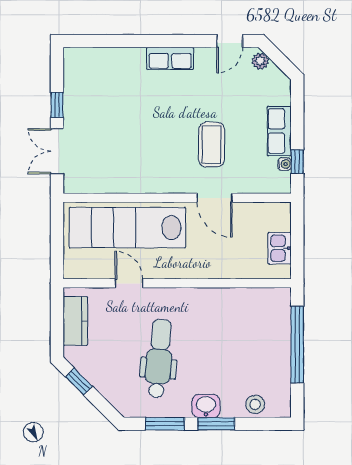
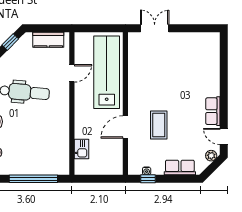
row of seats: (170, 58) -> (213, 111), moved
window: (57, 105) -> (184, 28), removed
row of seats: (279, 131) -> (180, 168), moved
coffee table: (211, 145) -> (159, 125), turned 90
kitchen sink: (280, 248) -> (82, 149), moved, turned 90

